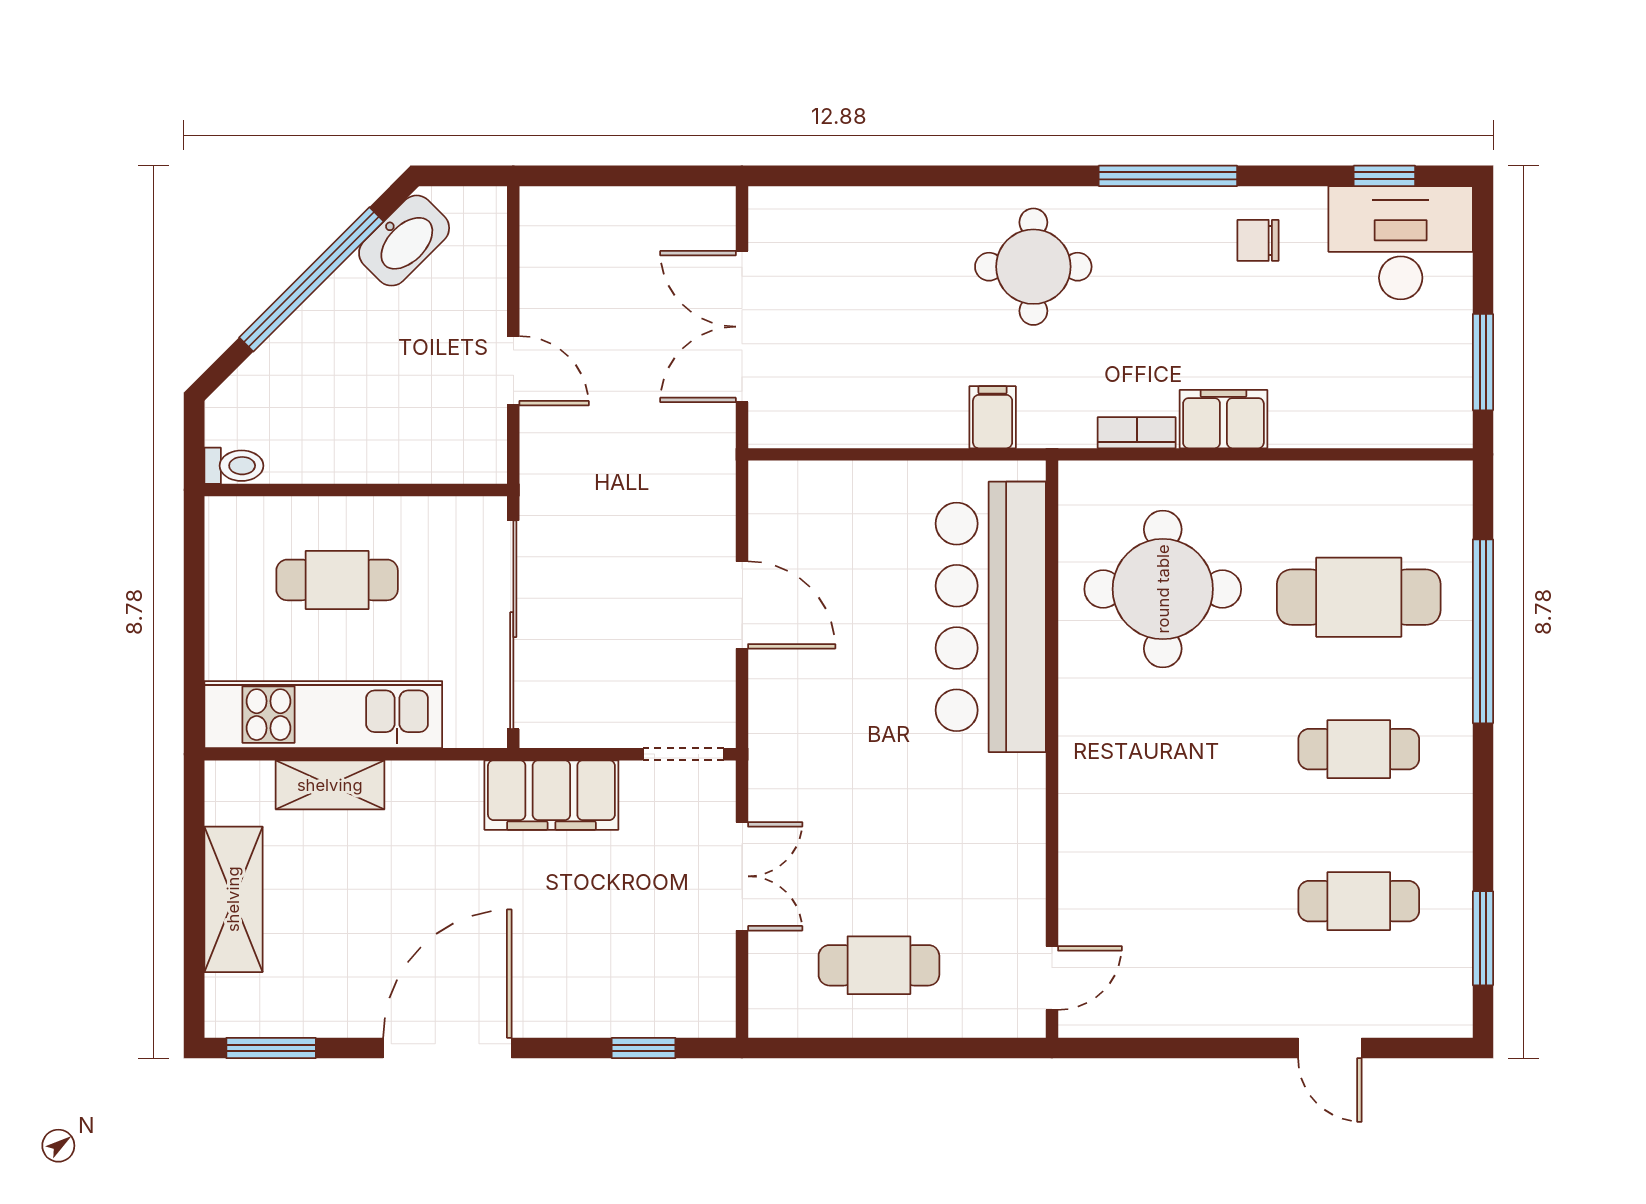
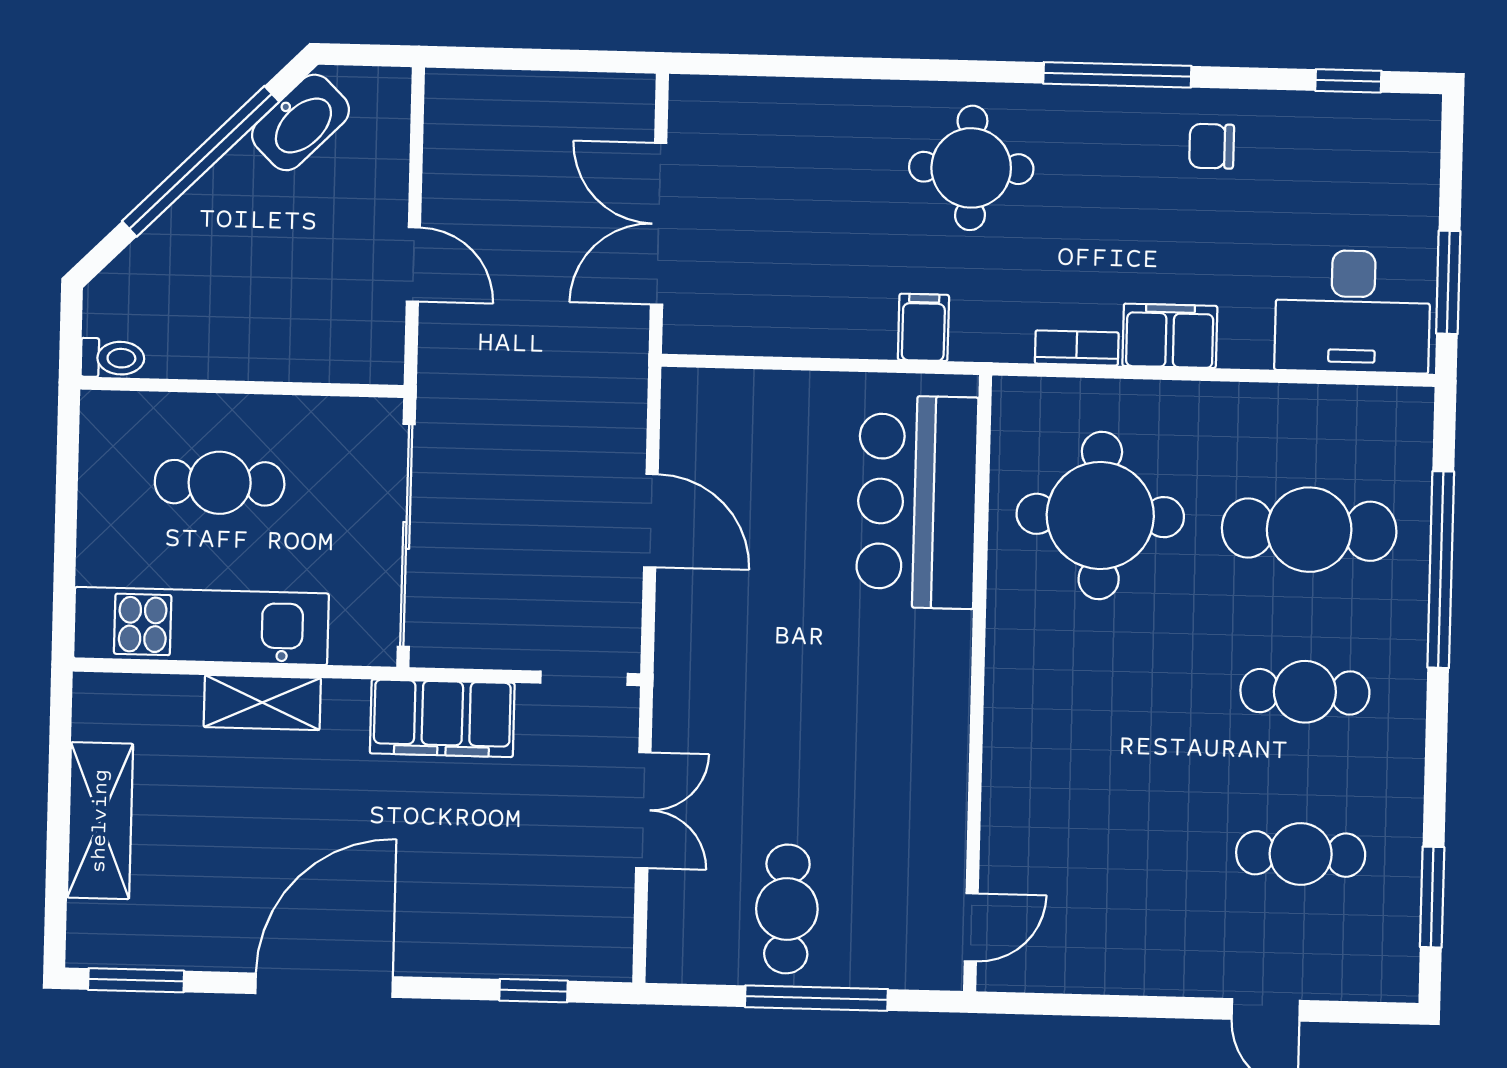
desk: (1401, 243) -> (1353, 311), moved, turned 180
bar counter: (991, 617) -> (917, 502), width x0.73
shelving: (330, 785) -> (262, 703), moved
cafe table: (879, 965) -> (787, 909), turned 90
window: (909, 1048) -> (816, 998), added

